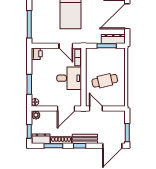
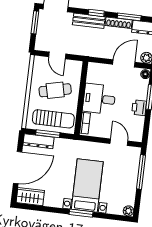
door: (66, 46) -> (119, 142), moved
printer: (37, 54) -> (139, 108), moved
sun lounger: (104, 58) -> (53, 119), added
door: (66, 109) -> (124, 63), moved
door: (96, 109) -> (57, 55), moved

